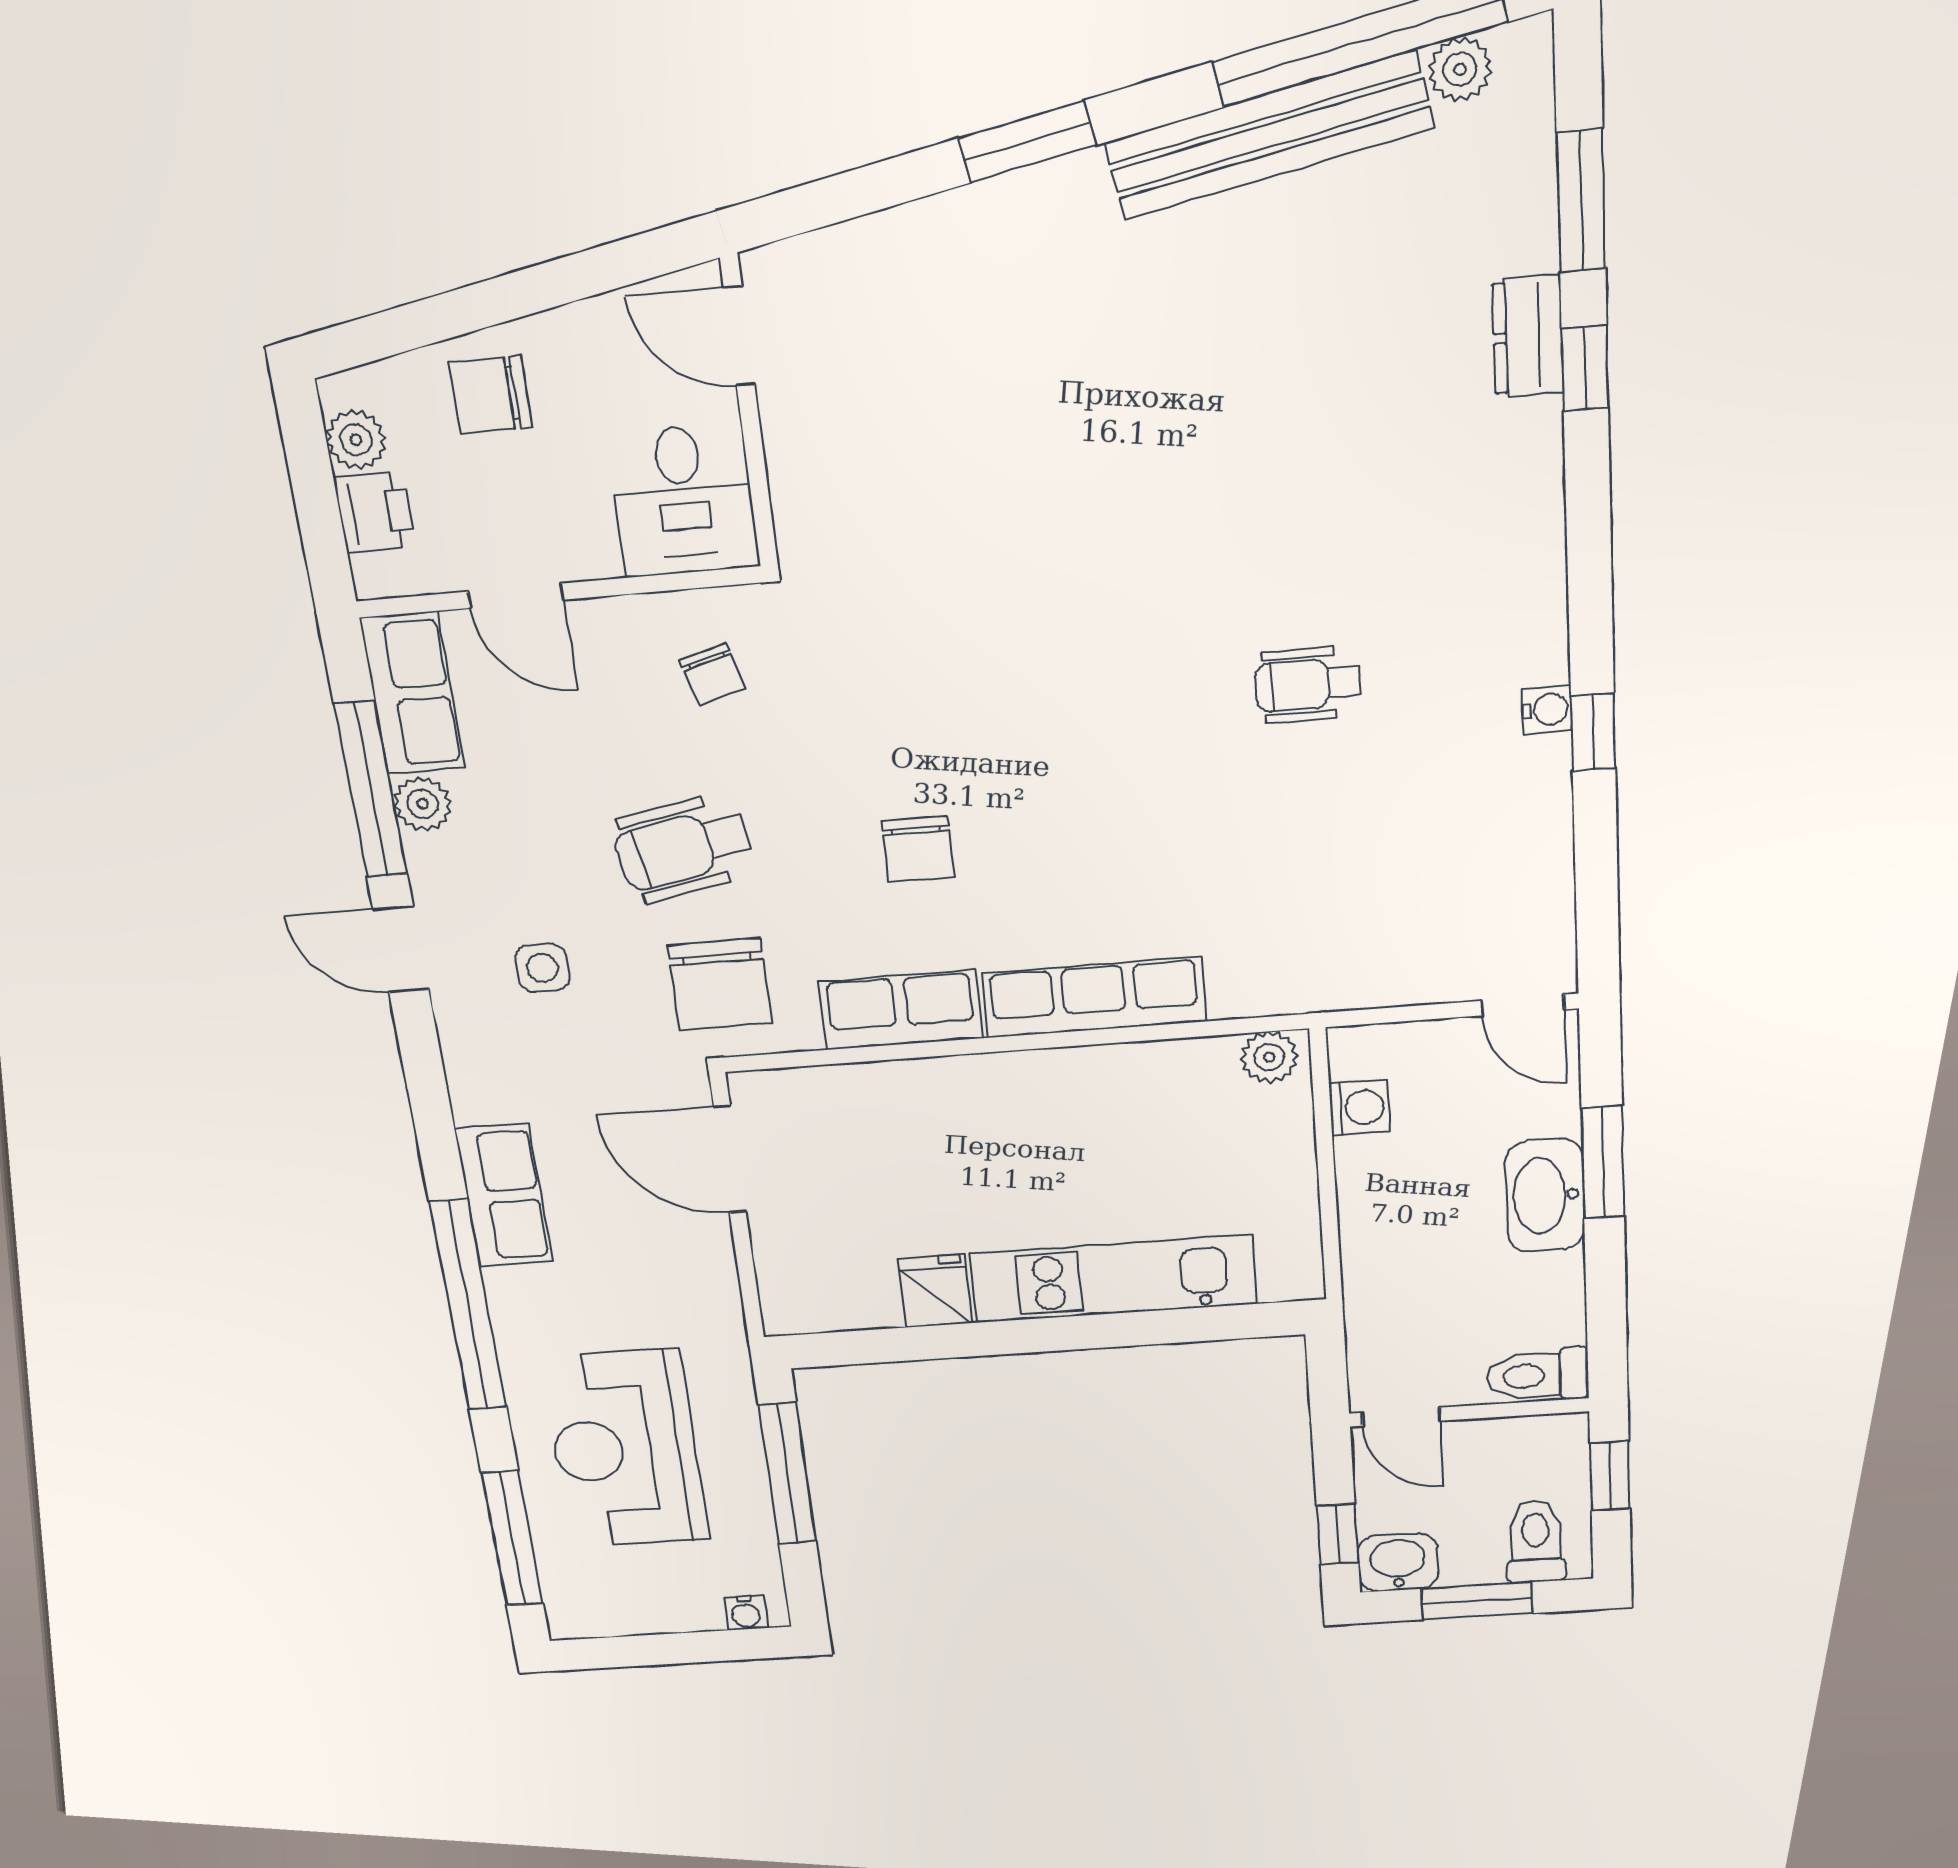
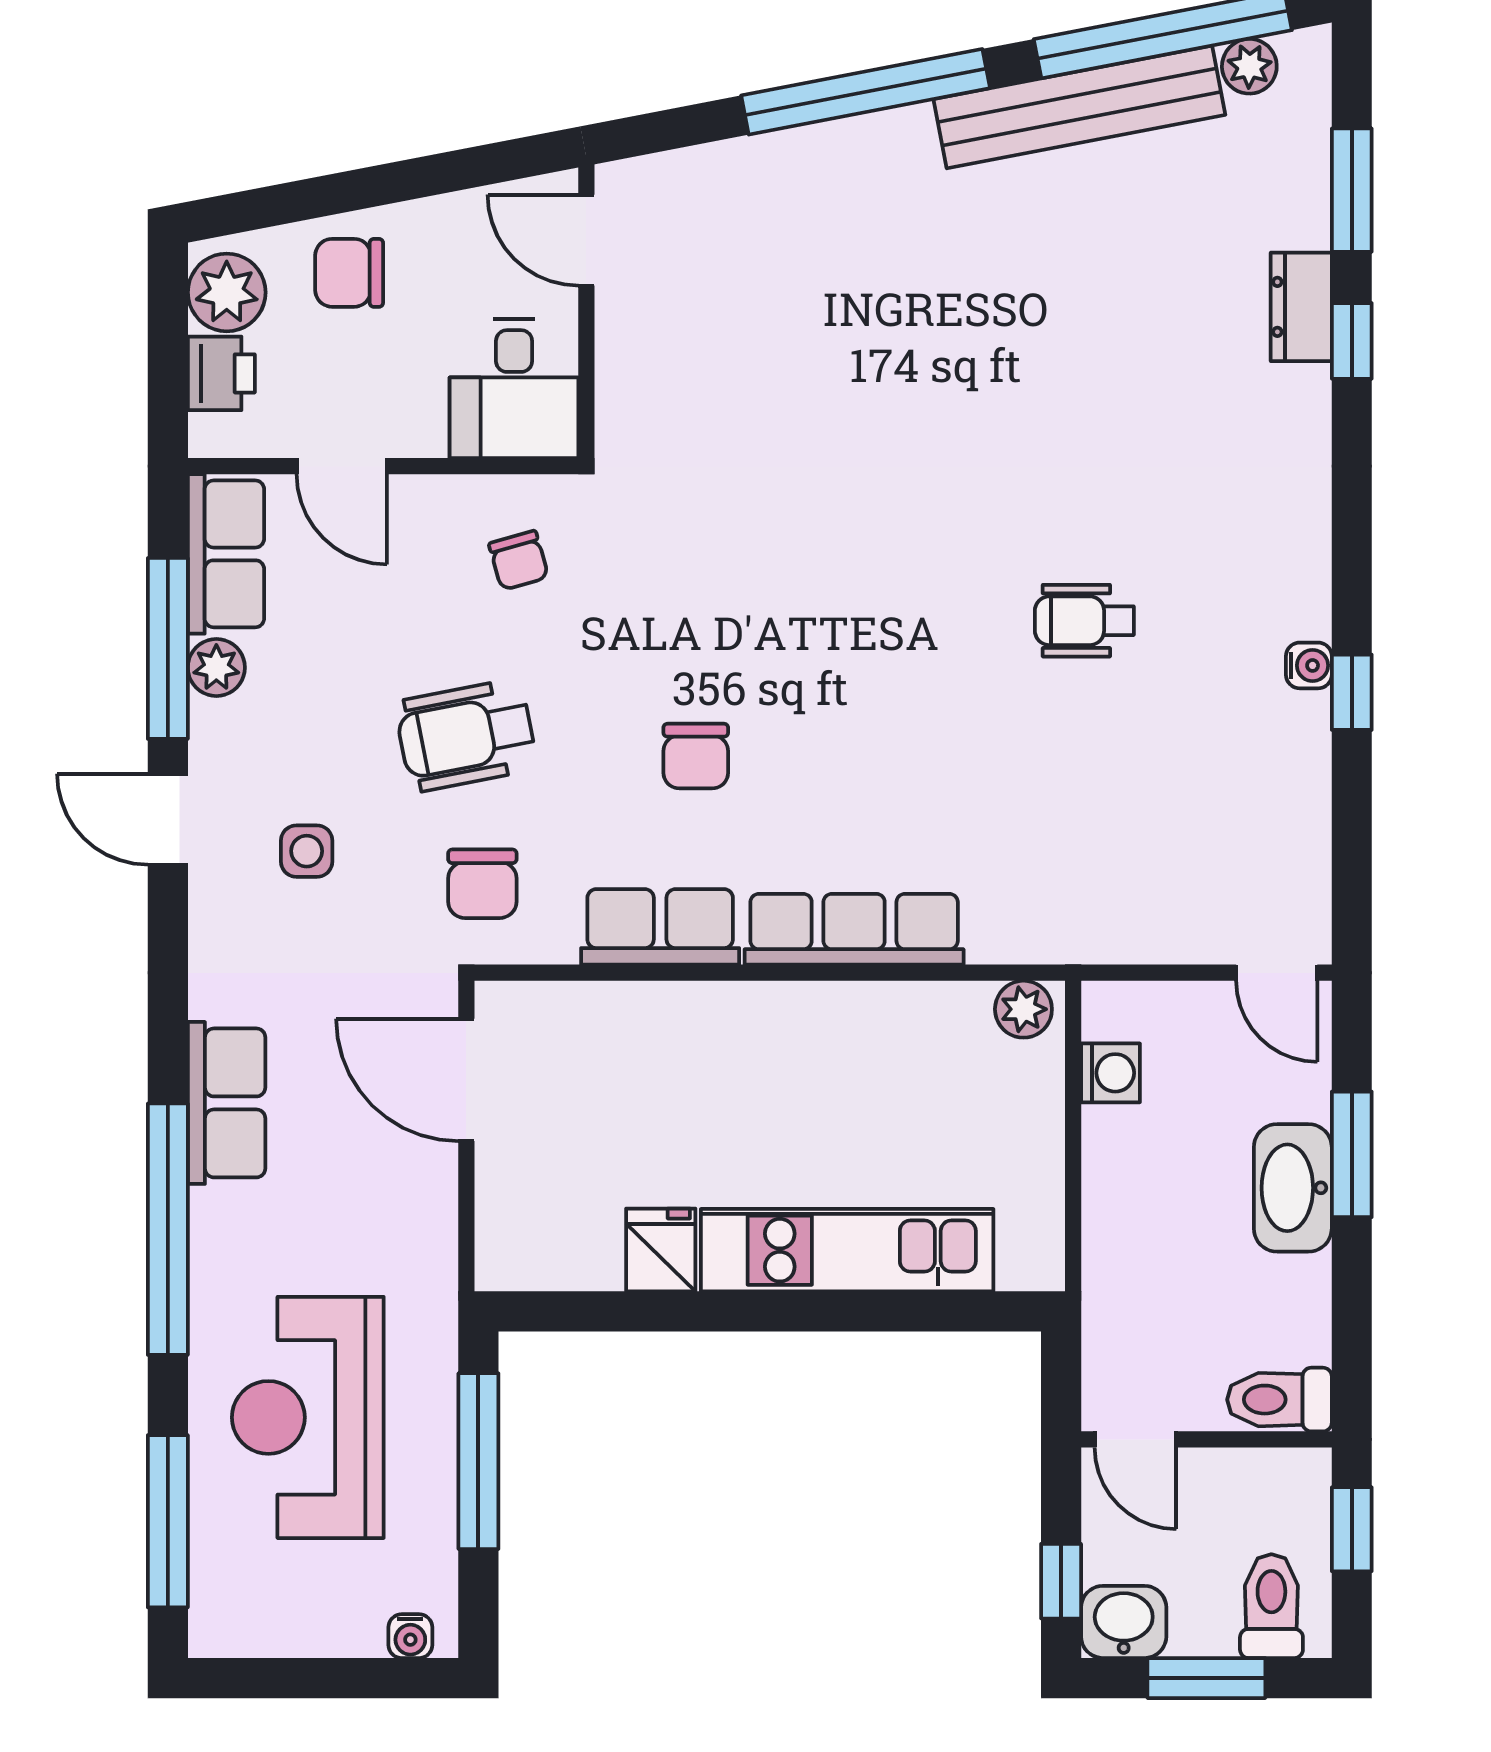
window: (1027, 142) -> (866, 92), width x2.11
plant: (356, 440) -> (227, 292), width x1.38, depth x1.38
chair: (720, 984) -> (482, 884), width x0.73, depth x0.73

